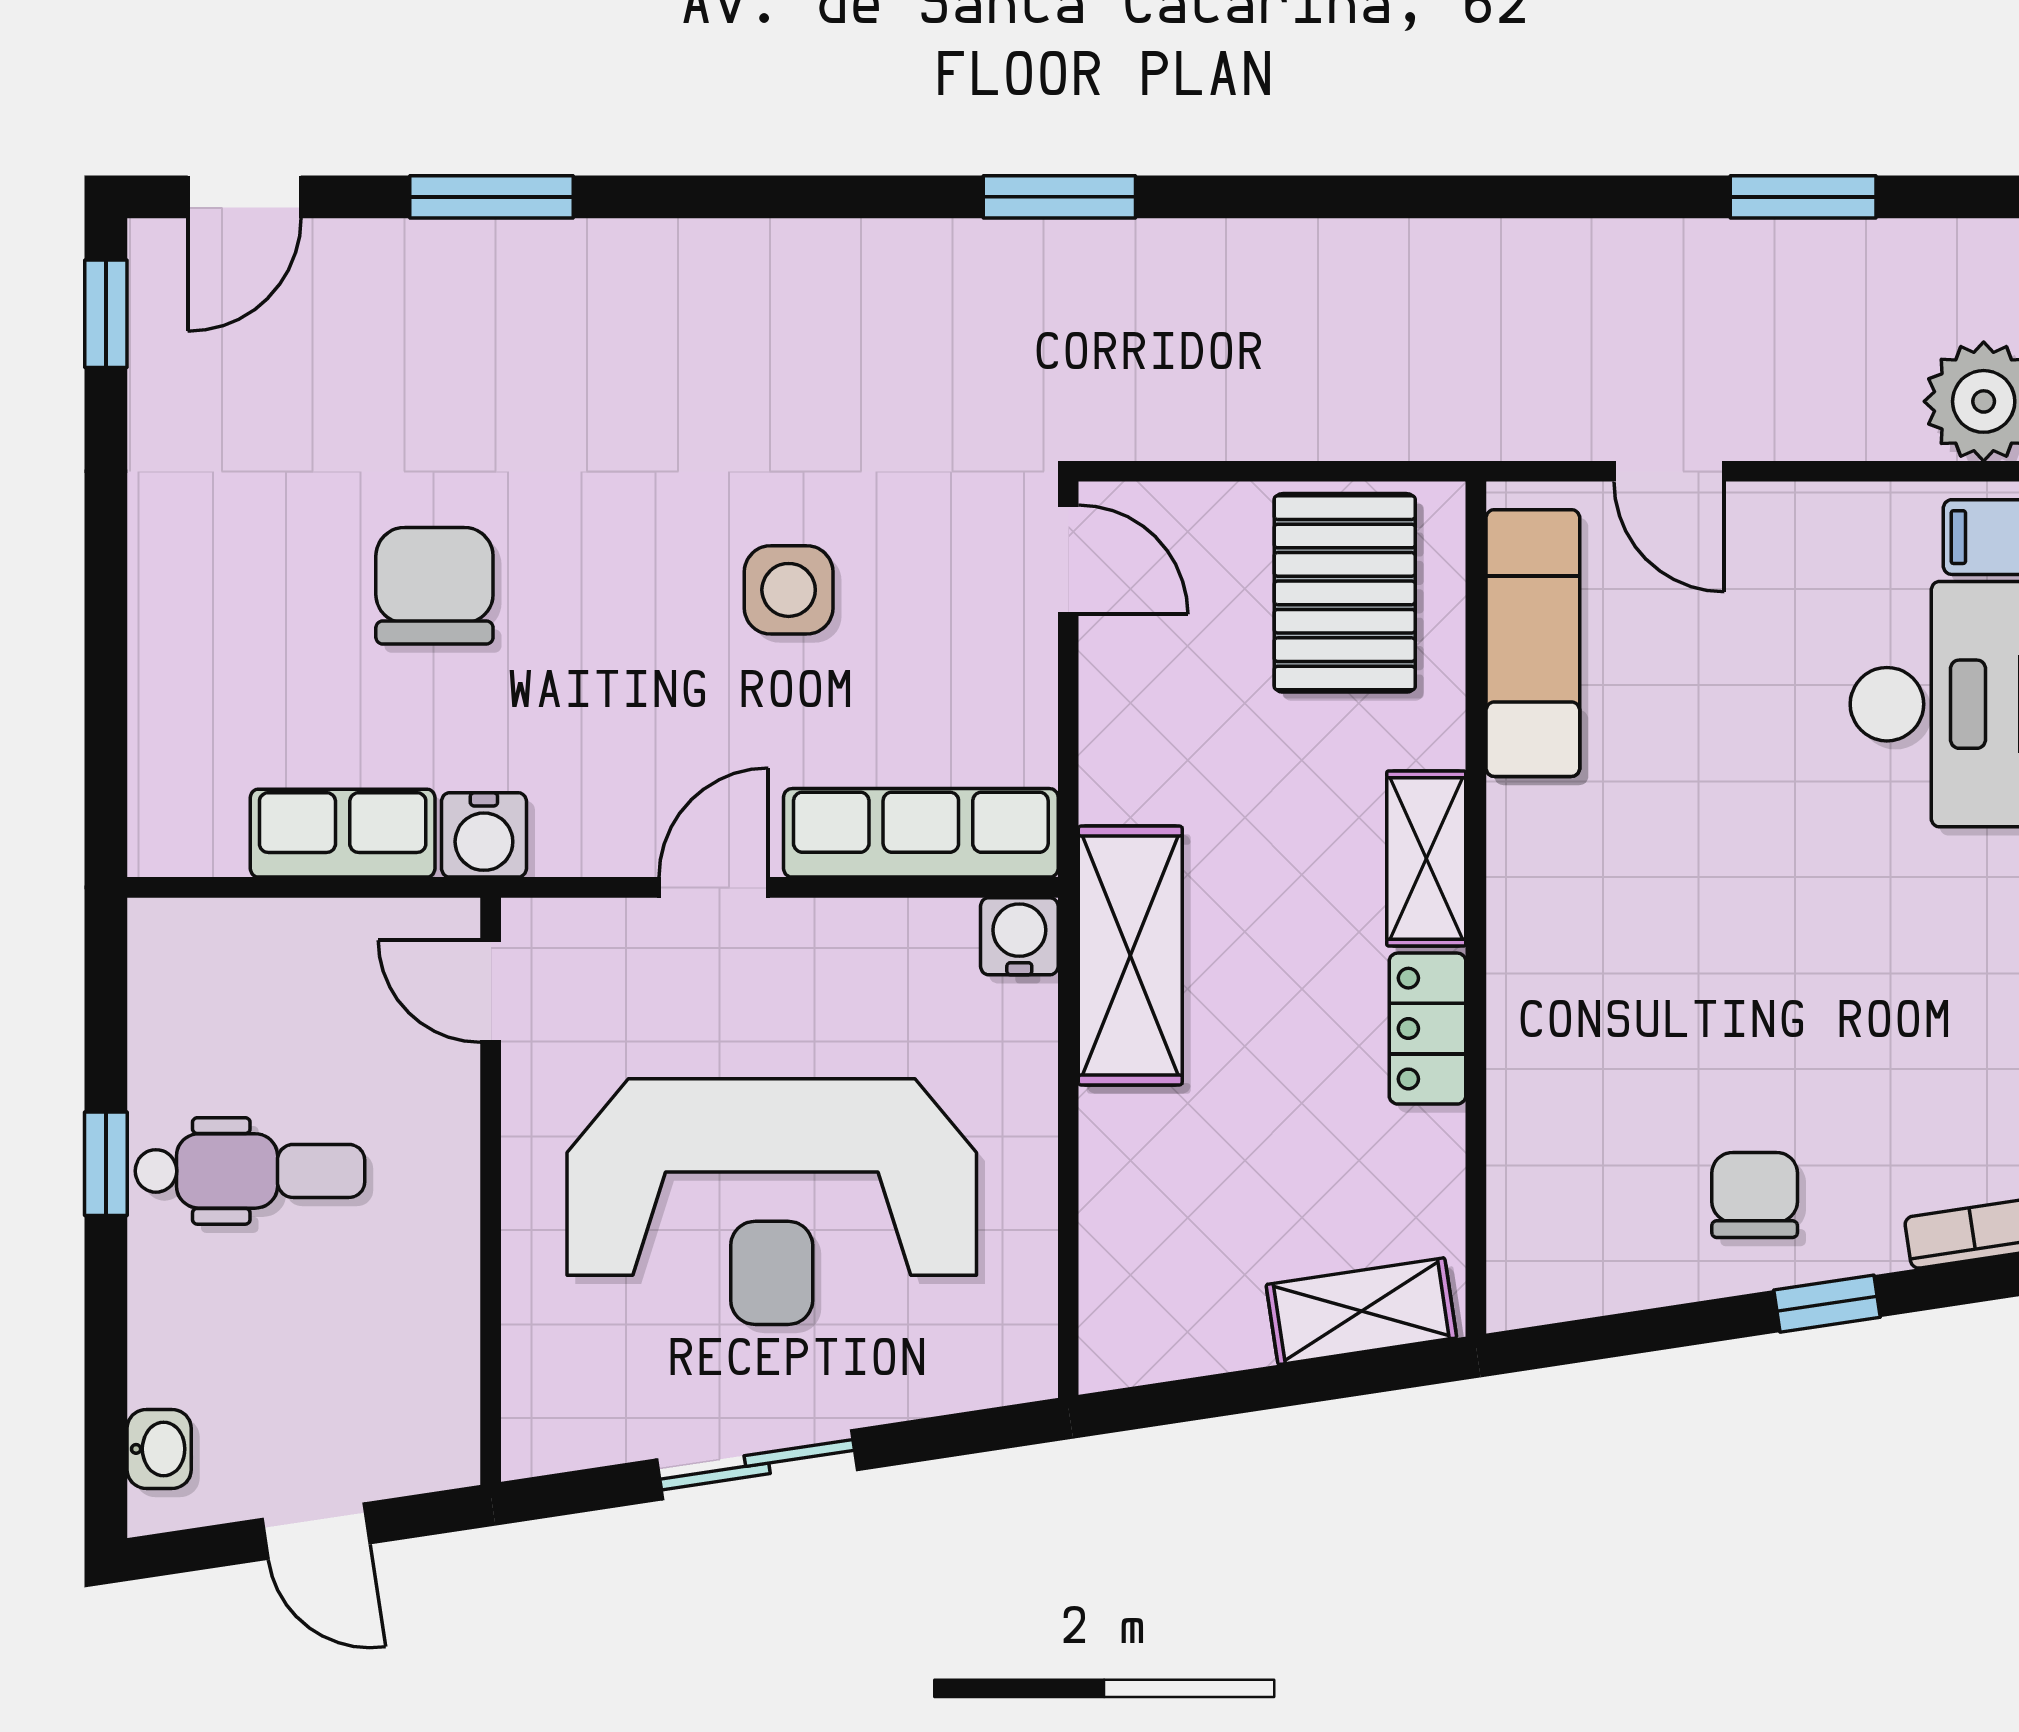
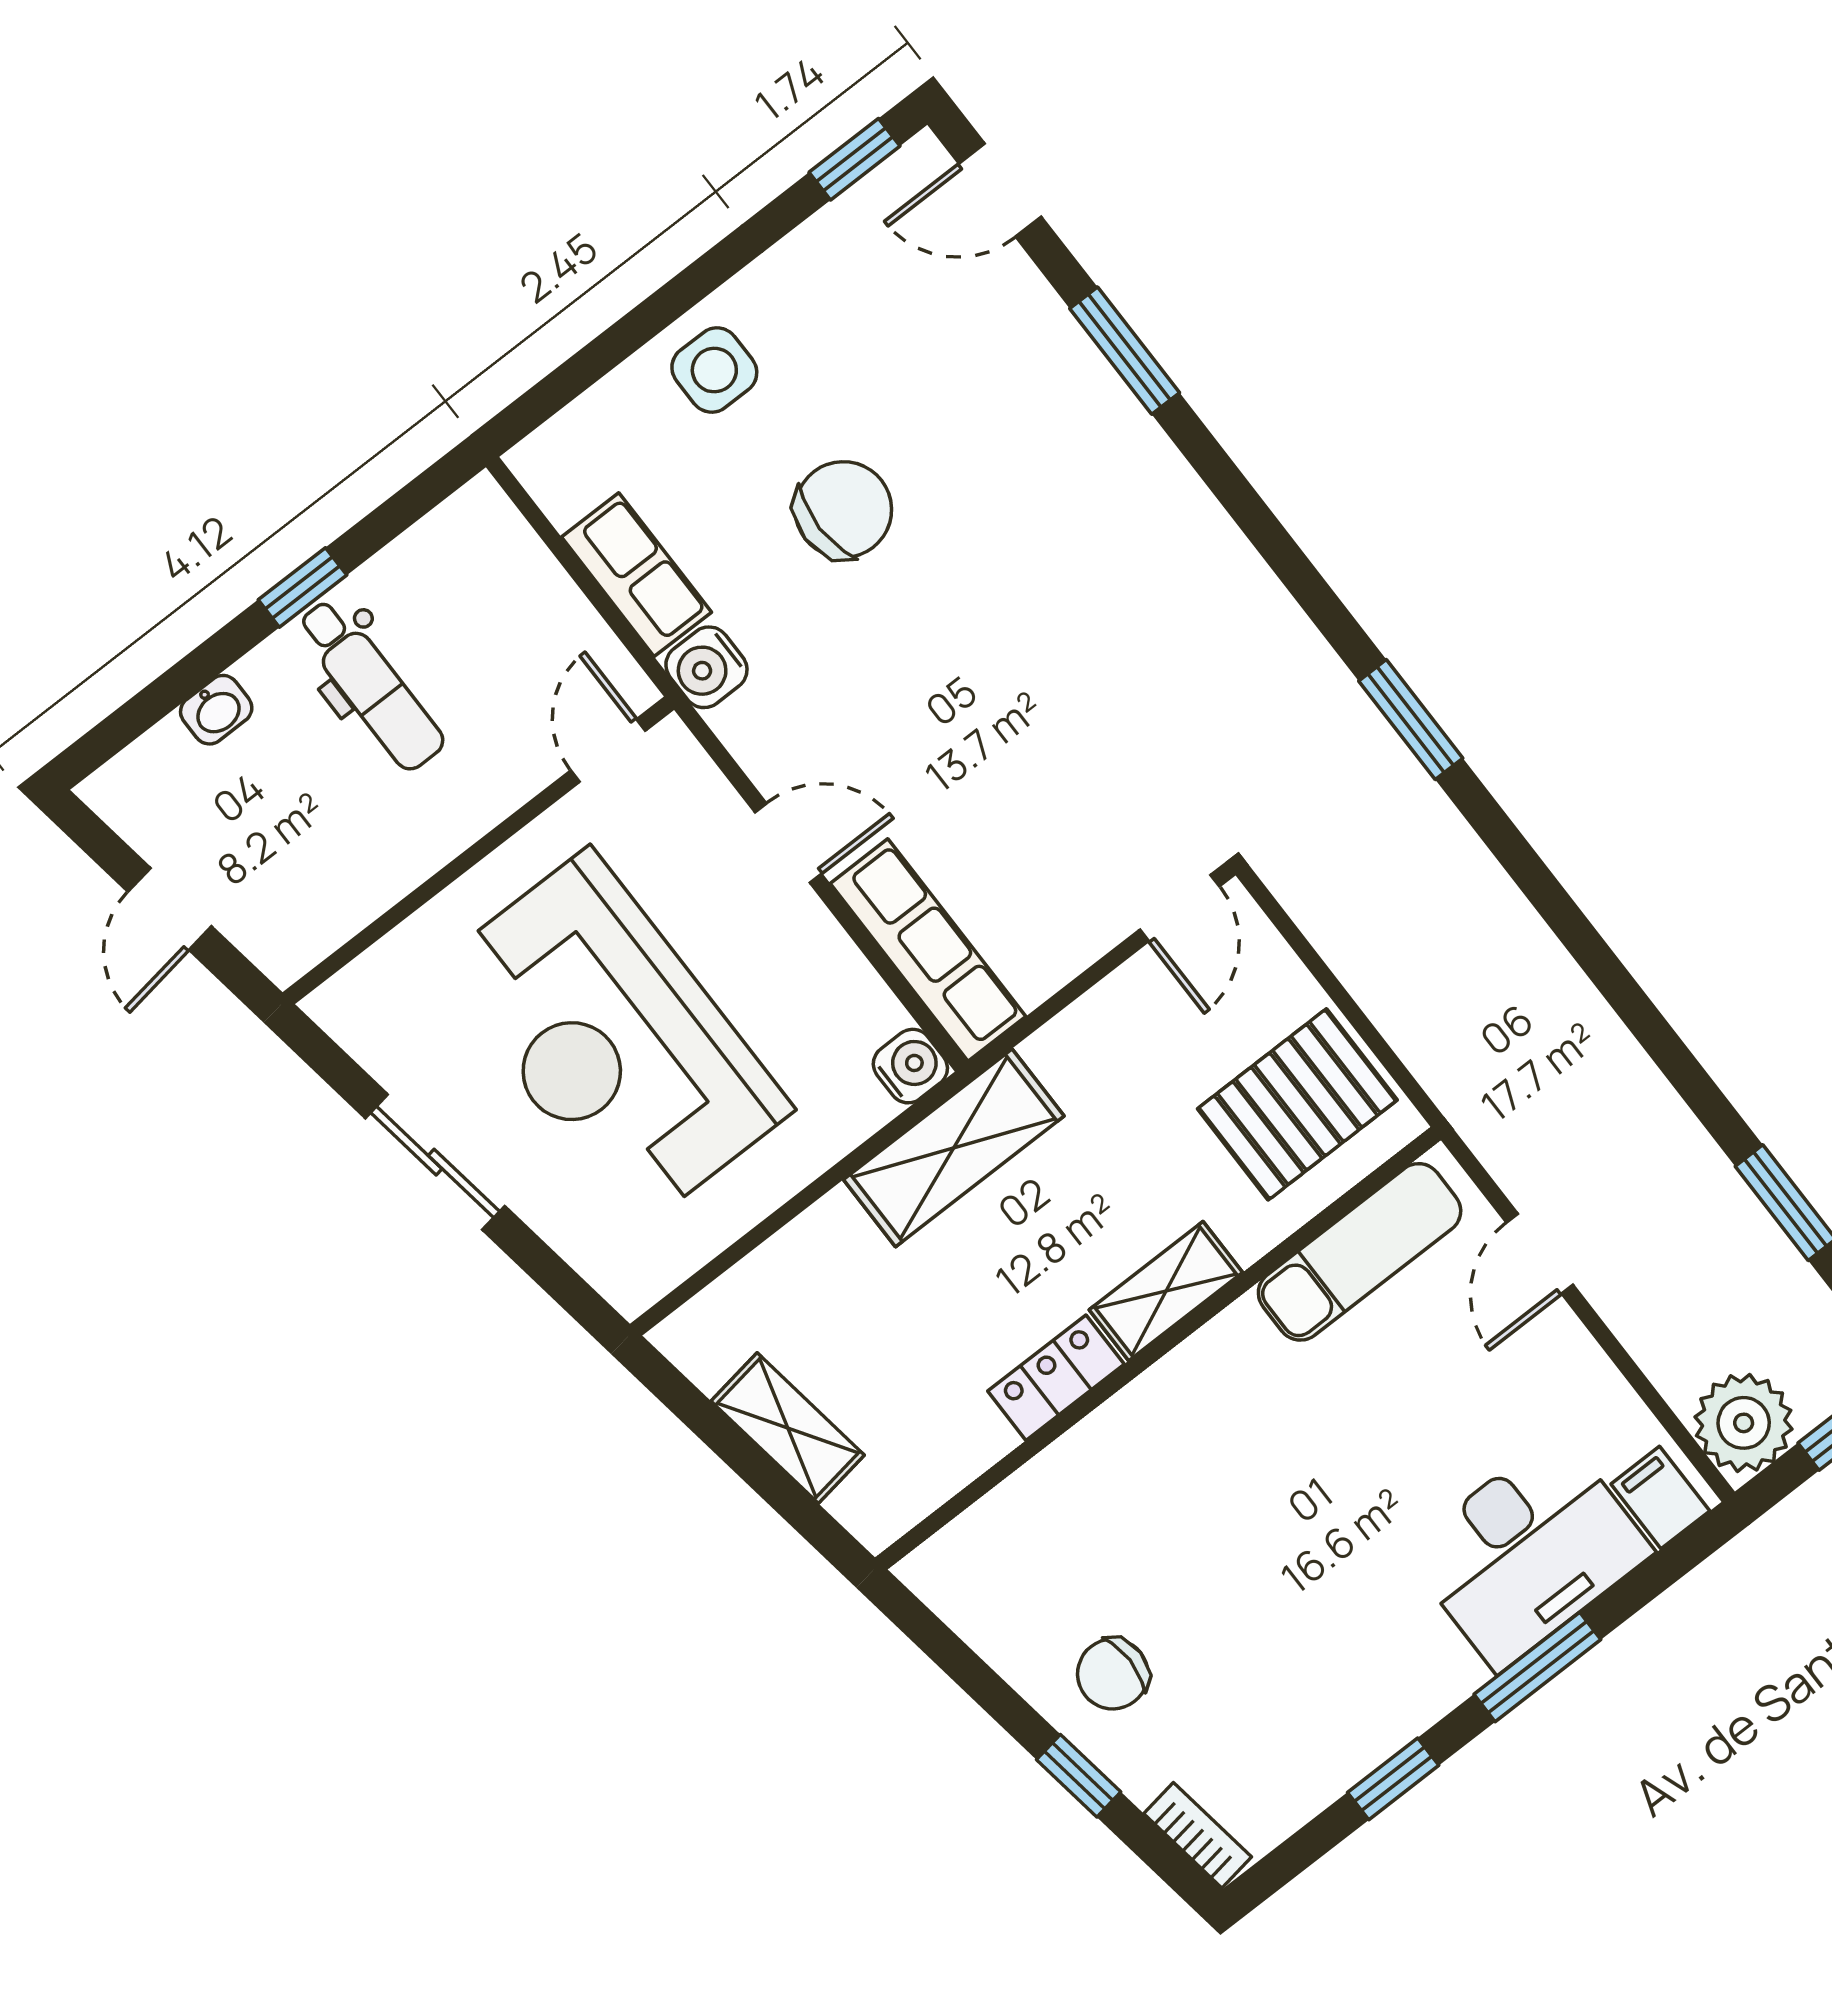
side table: (789, 590) -> (714, 370), moved
chair: (1755, 1195) -> (1113, 1674), turned 180
shelving: (1361, 1311) -> (788, 1428), moved
washbasin: (159, 1449) -> (216, 710), moved

